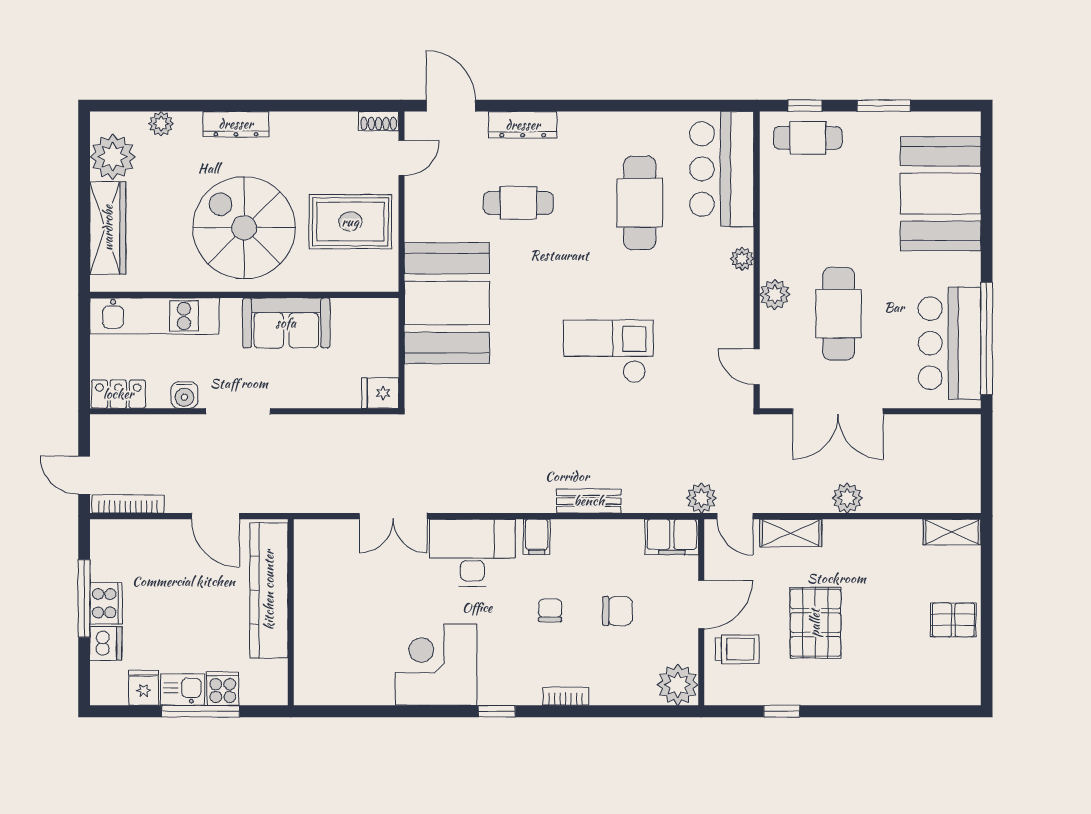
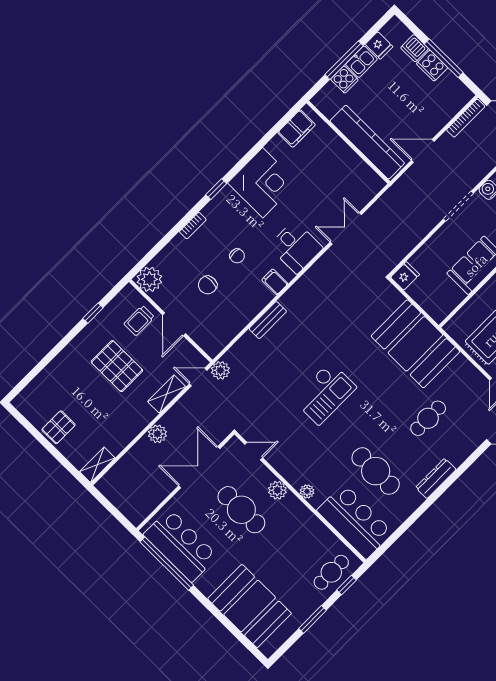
dresser: (523, 125) -> (436, 478), moved
filing cabinet: (672, 537) -> (297, 129), moved, turned 180
desk: (472, 553) -> (296, 247), width x0.73

